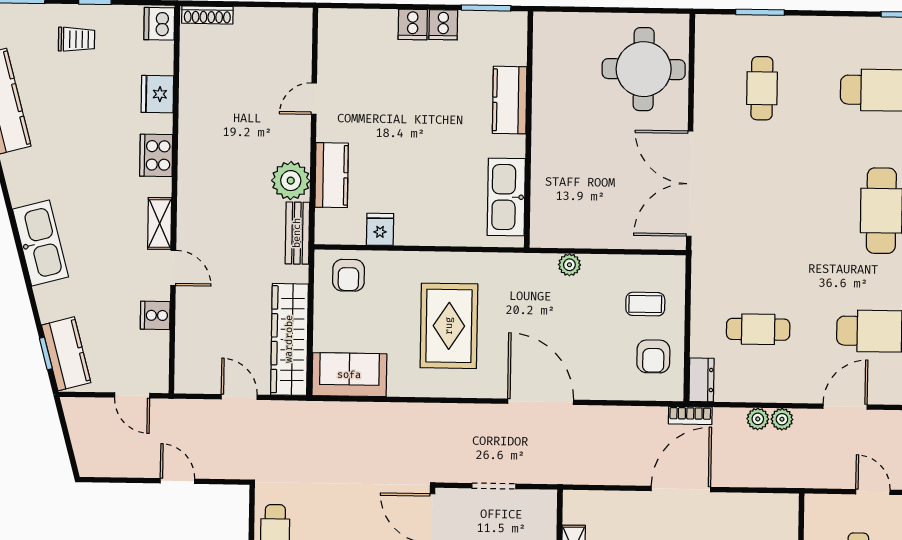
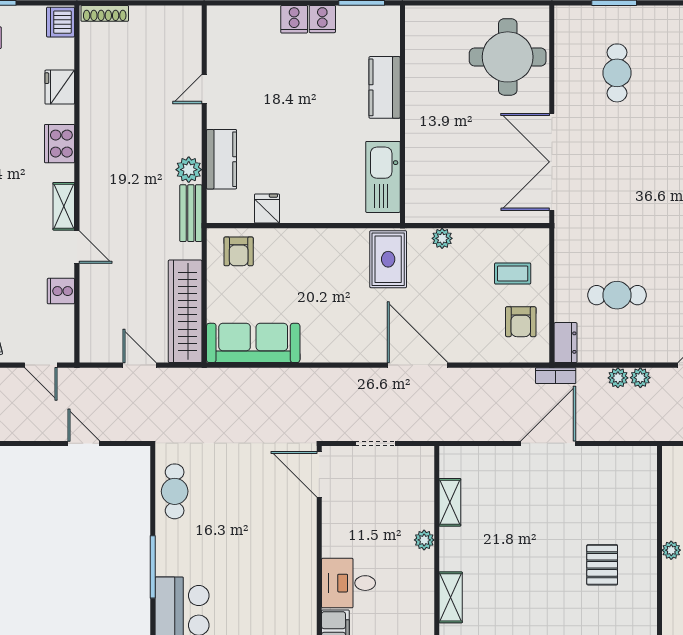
plant: (291, 181) -> (189, 170), width x0.73, depth x0.73
rug: (449, 326) -> (388, 259), moved, width x0.73, depth x0.70
sofa: (349, 375) -> (253, 343), width x1.36

